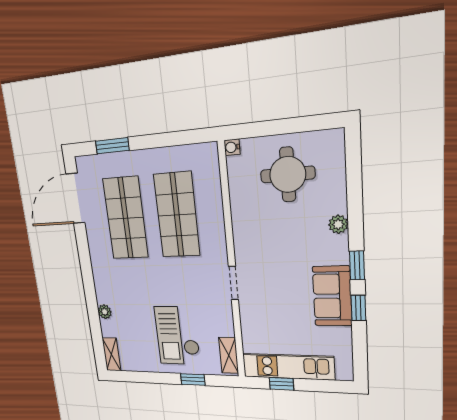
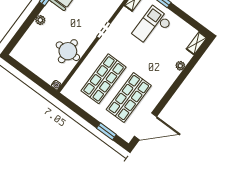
round table: (288, 174) -> (68, 51), moved
checkout: (177, 336) -> (152, 27), turned 180

